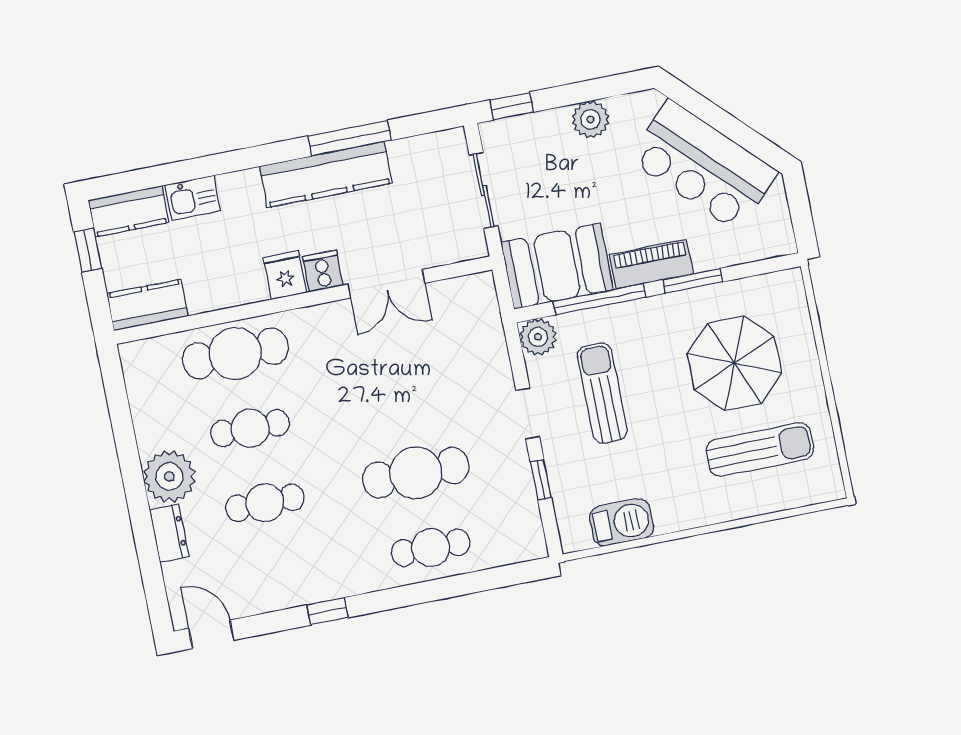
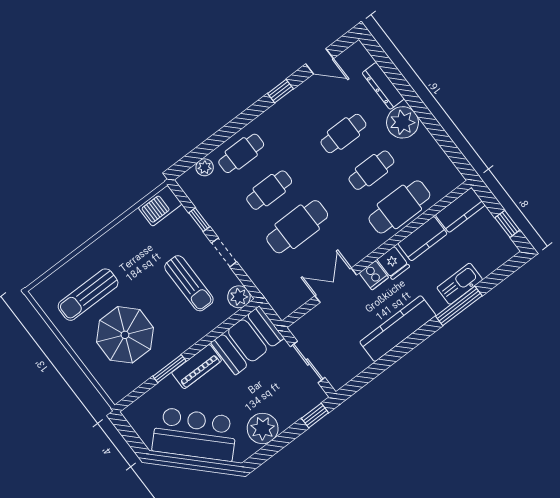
plant: (591, 119) -> (263, 428), width x1.36, depth x1.36
window: (350, 138) -> (459, 306), moved
kitchen sink: (192, 198) -> (460, 284), width x1.38
kitchen counter: (129, 211) -> (422, 239), moved, turned 180
window: (599, 299) -> (216, 334), removed
cafe table: (401, 398) -> (297, 227), added
cafe table: (416, 473) -> (269, 190), width x0.73, depth x0.74
barbecue: (622, 522) -> (160, 206), moved
dresser: (169, 533) -> (383, 86), width x1.44
plant: (495, 553) -> (205, 167), added
door: (211, 634) -> (320, 61), moved

